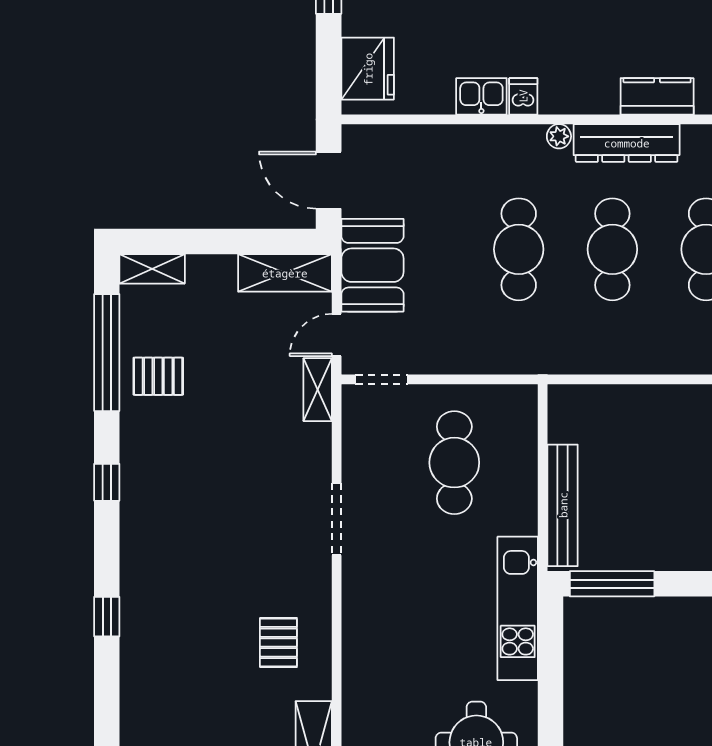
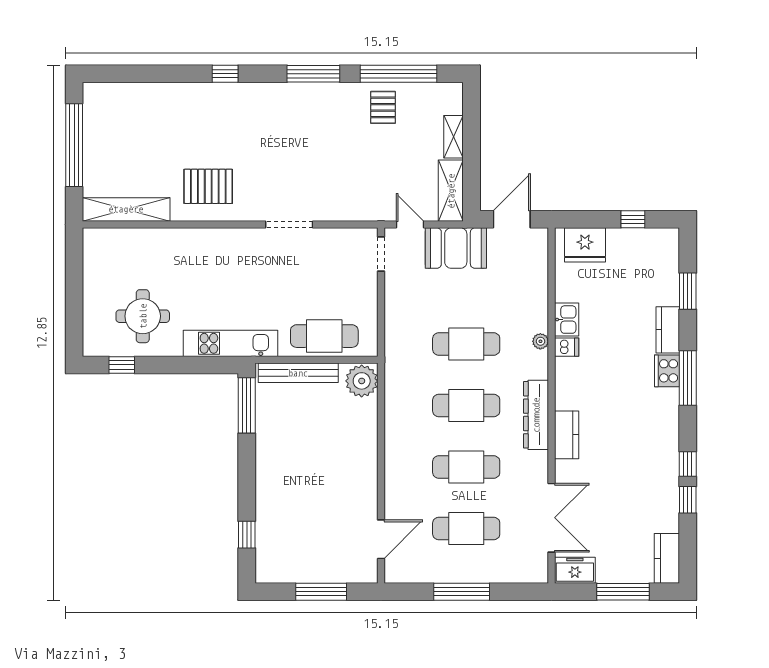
plant: (559, 136) -> (540, 341), moved
shelving: (152, 269) -> (453, 137), moved
shelving: (318, 390) -> (374, 212), removed
plant: (575, 409) -> (362, 381), added
cafe table: (454, 463) -> (324, 336), moved
window: (107, 482) -> (313, 74), width x2.17
pallet: (278, 643) -> (208, 186), width x1.50, depth x1.42

